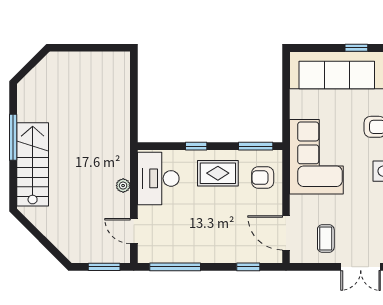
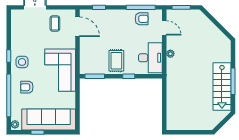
stairs: (33, 164) -> (222, 86), moved
rug: (218, 173) -> (116, 61), turned 90
armchair: (263, 178) -> (142, 19), moved

